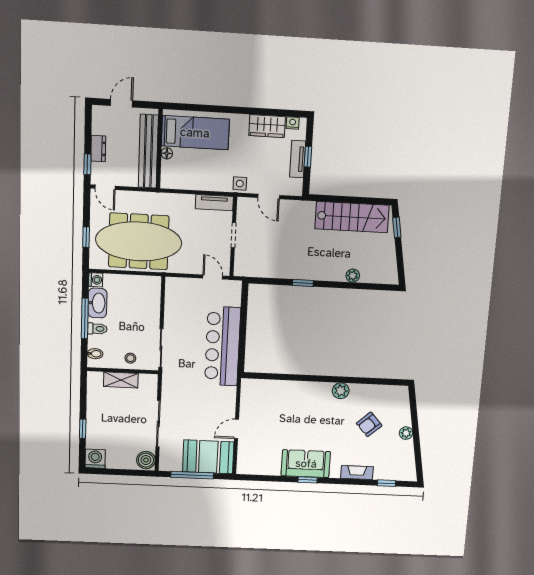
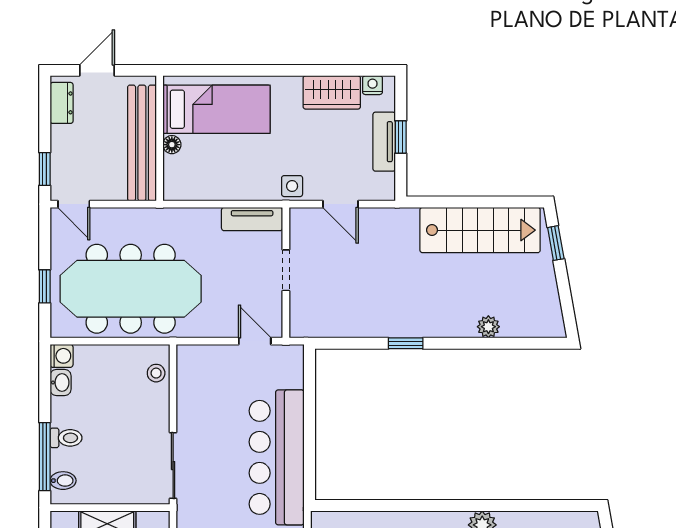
dresser: (98, 149) -> (62, 103), moved
washbasin: (97, 303) -> (61, 382), width x0.52, depth x0.69
window: (85, 319) -> (45, 457), moved
stool: (130, 358) -> (156, 373), moved

